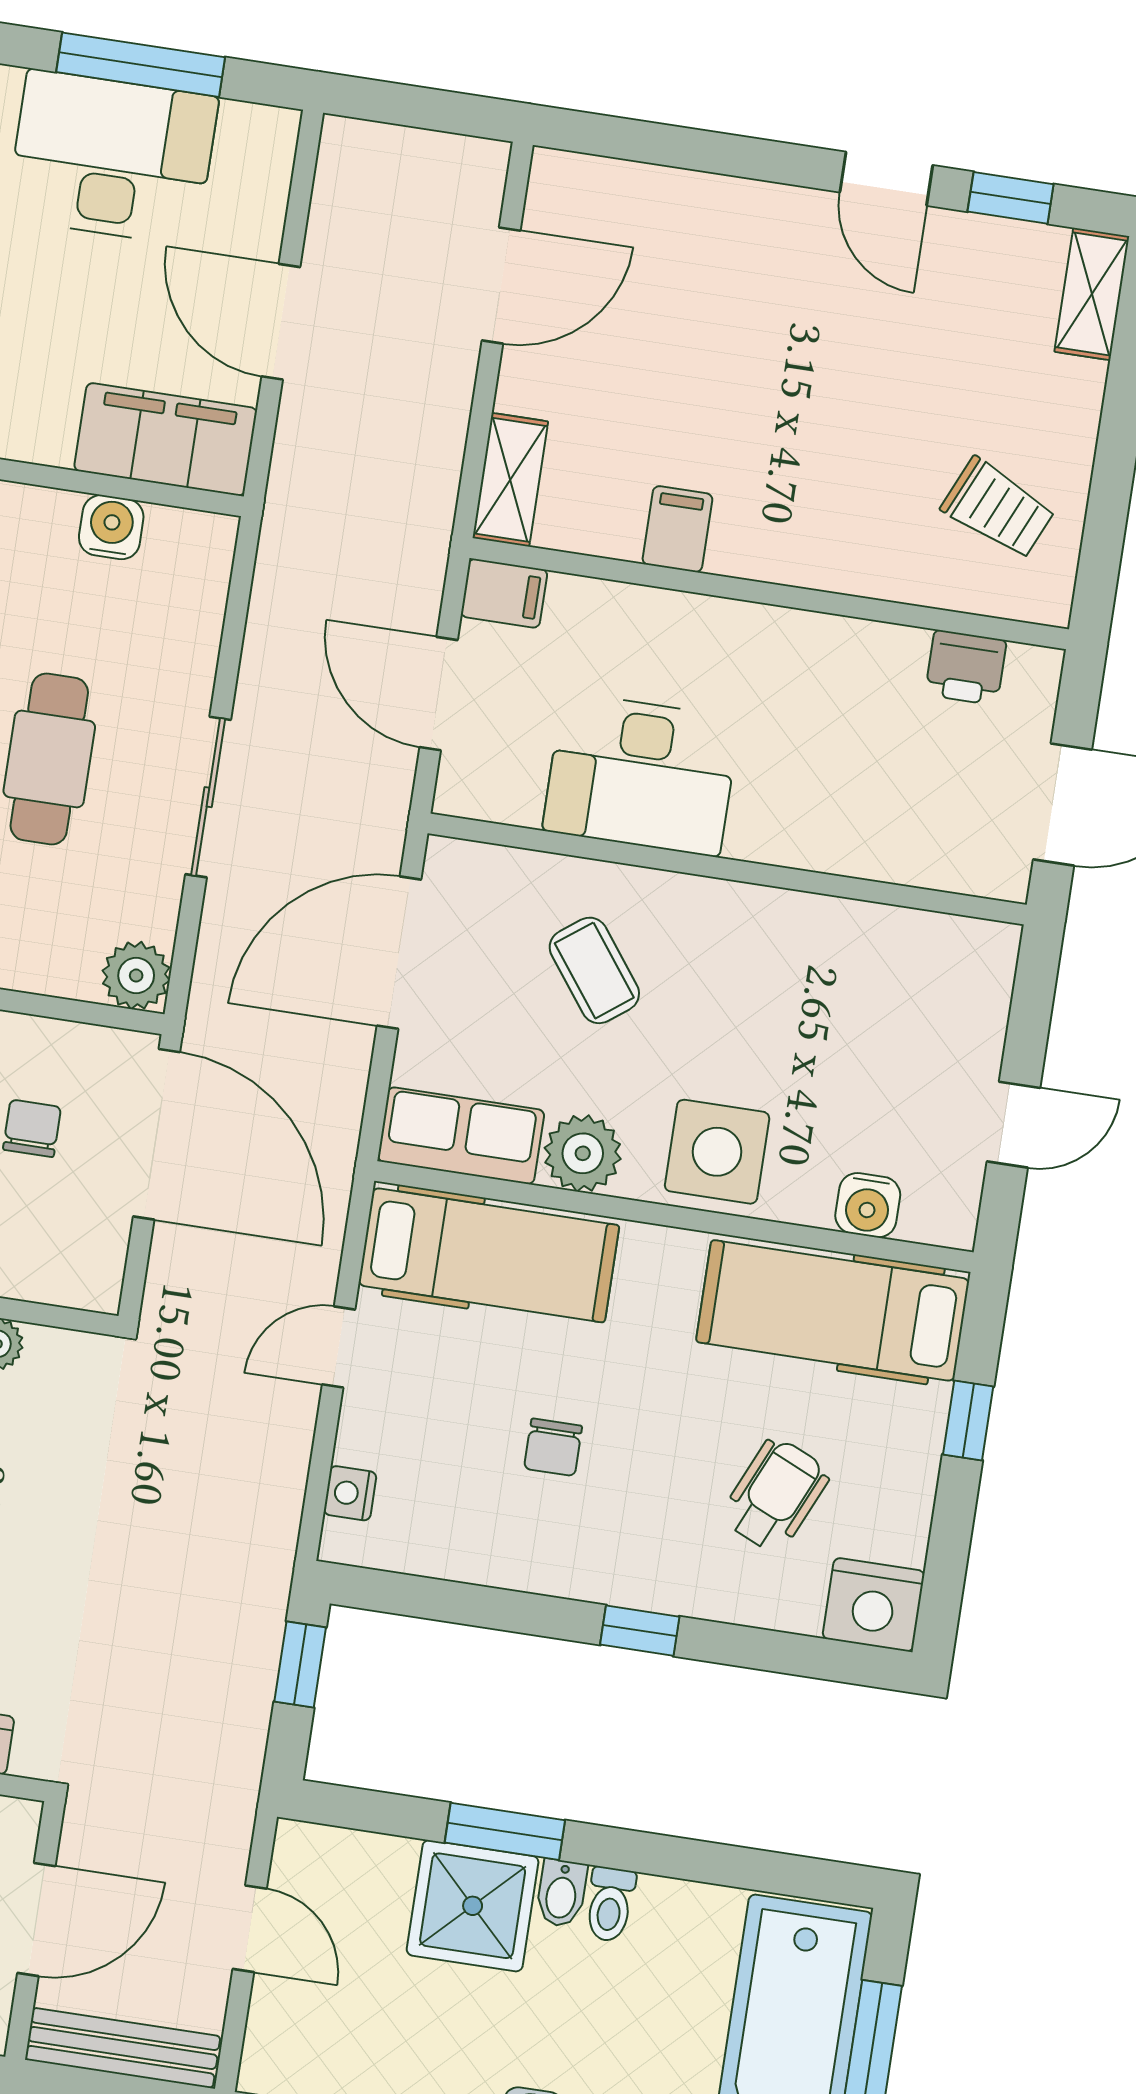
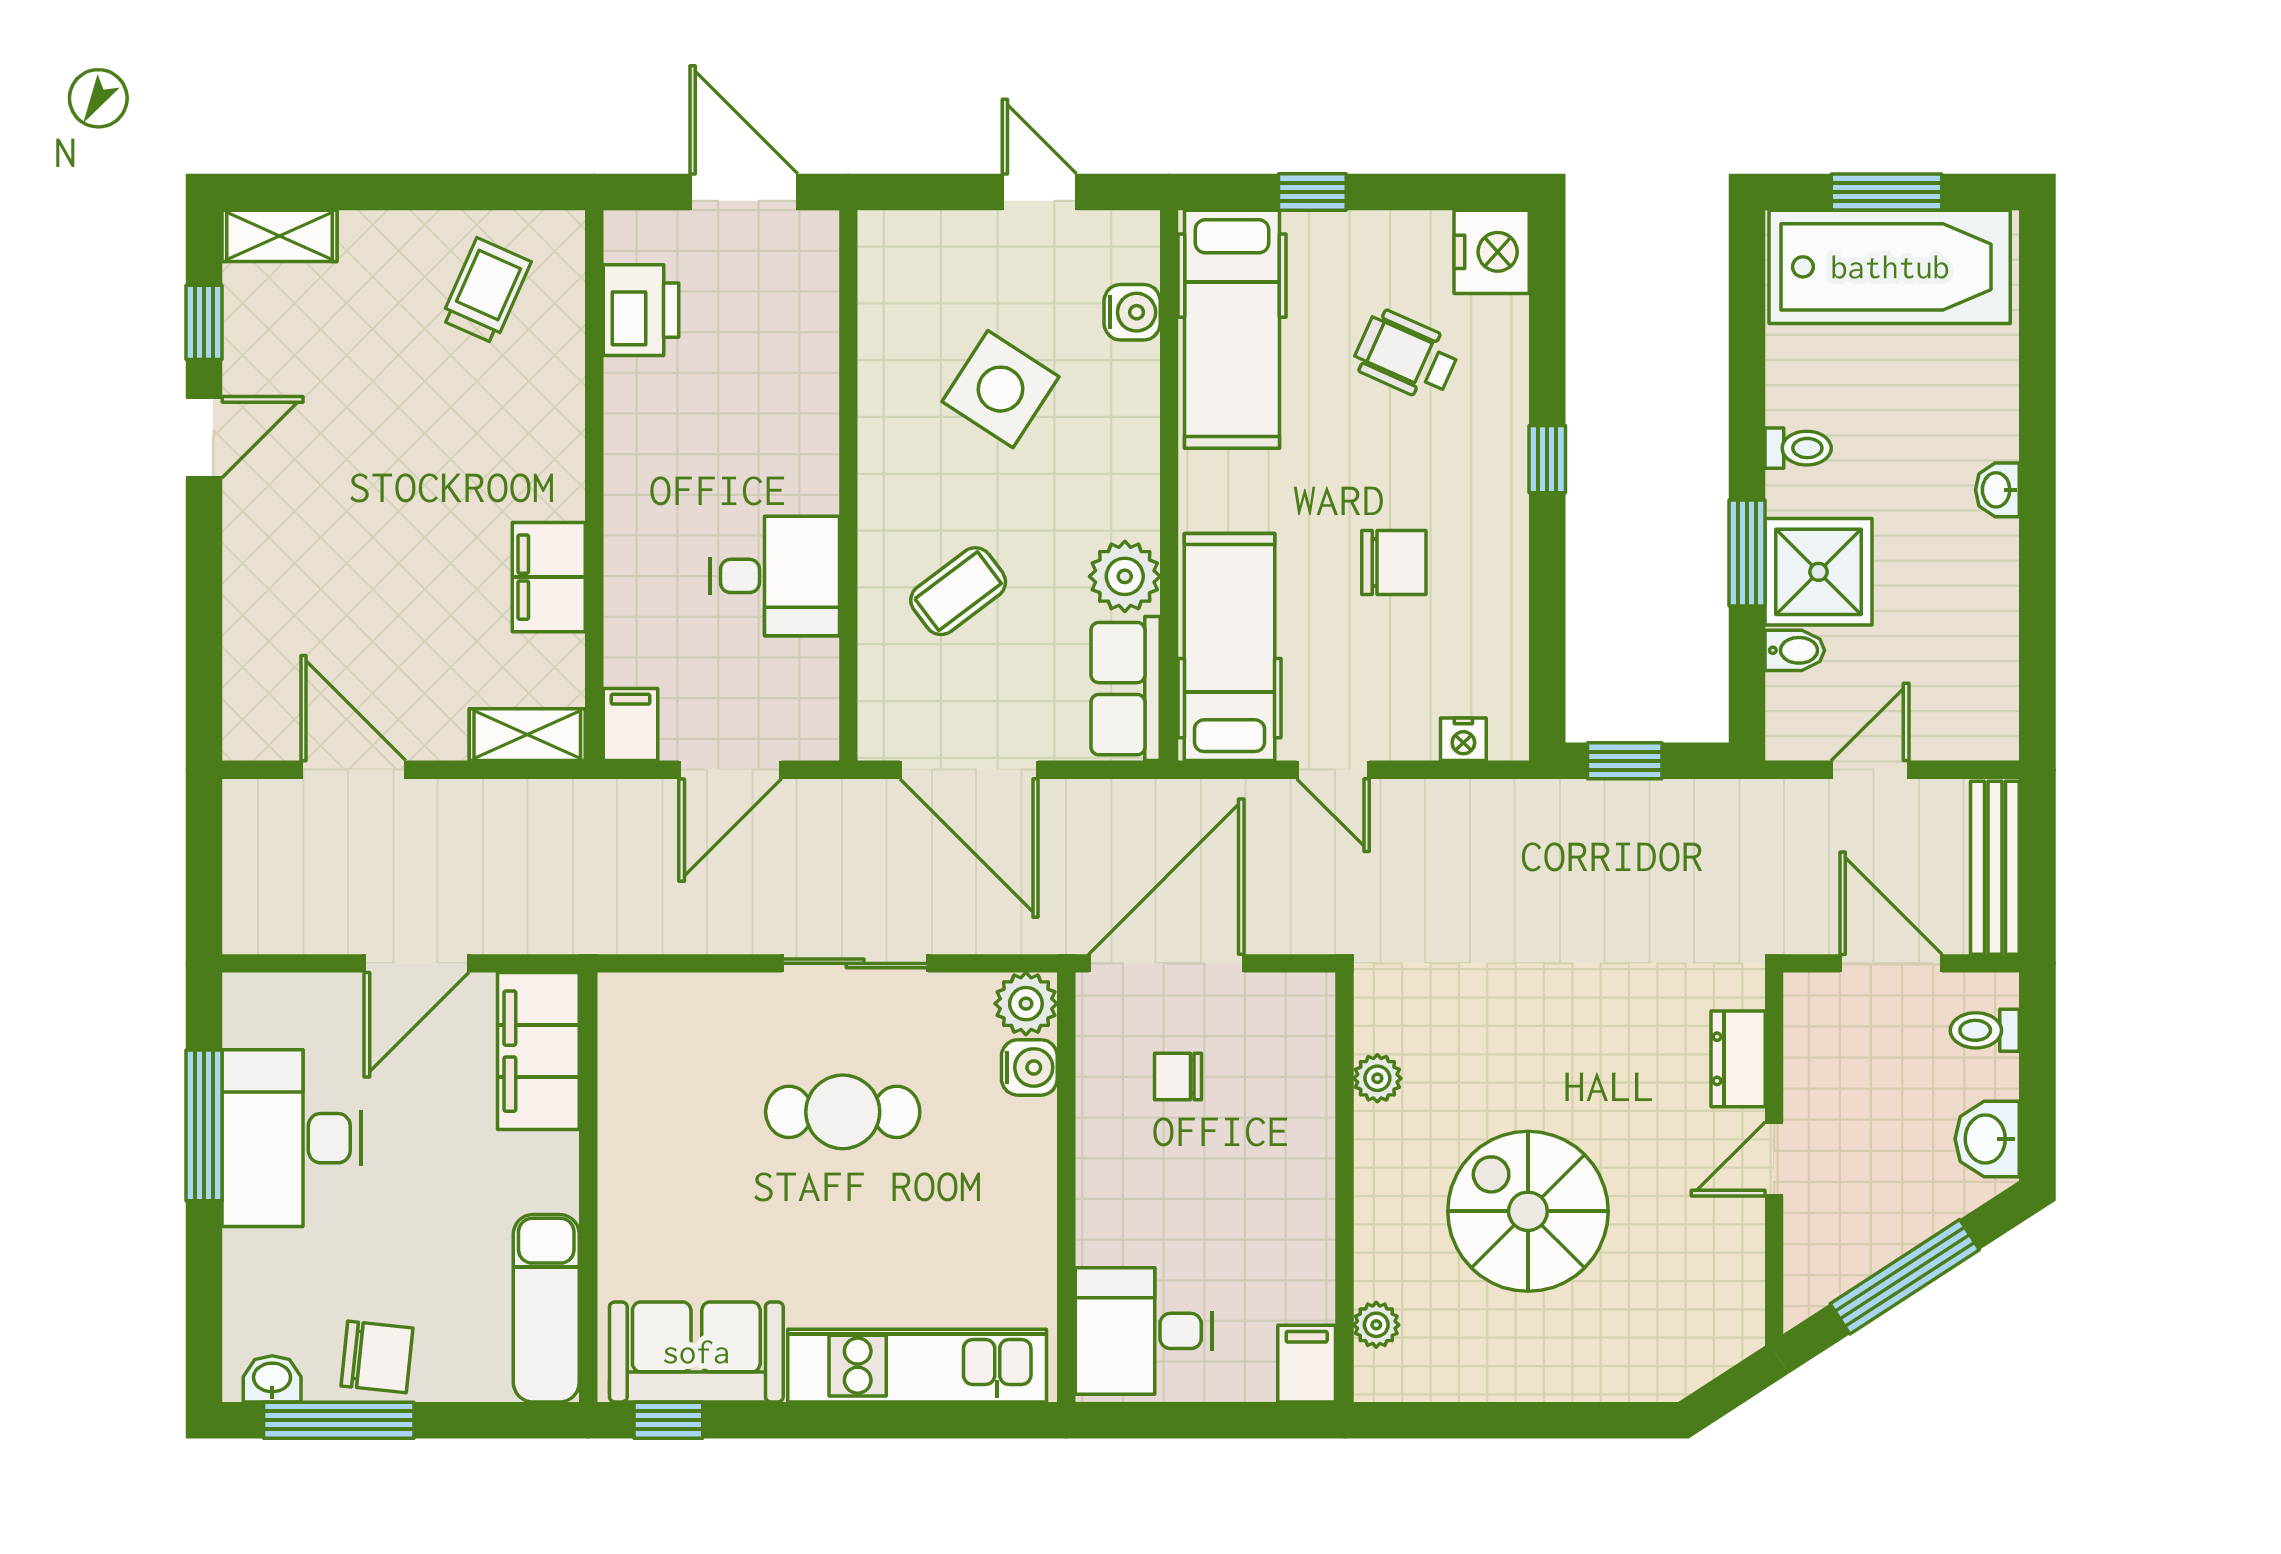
water cooler: (111, 527) -> (1029, 1067), moved, turned 180
filing cabinet: (677, 529) -> (549, 577), width x2.00
printer: (966, 667) -> (641, 310), width x1.36, depth x1.24
desk: (641, 774) -> (775, 576), width x0.73
side table: (717, 1152) -> (1000, 389), moved, turned 33
chair: (553, 1447) -> (1394, 563), width x1.37, depth x1.37
bidet: (562, 1893) -> (1795, 650), moved

